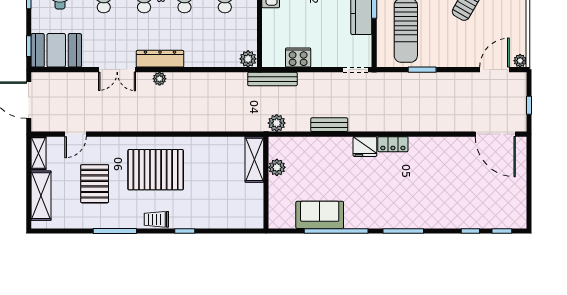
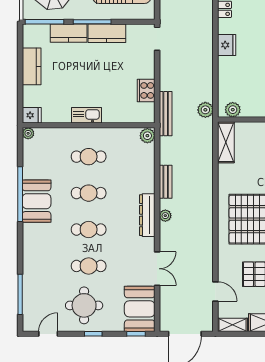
double door: (117, 70) -> (157, 269), moved
bench: (329, 125) -> (166, 182), moved
fridge: (365, 147) -> (227, 45), moved
shelving: (254, 159) -> (226, 142), moved, turned 90
plant: (277, 167) -> (233, 110), moved

